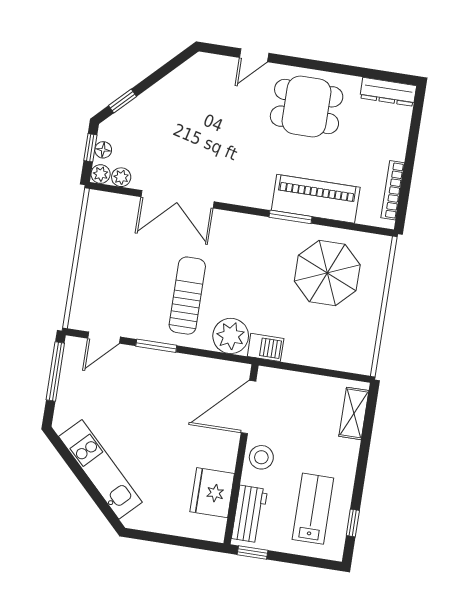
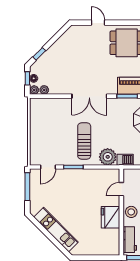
door: (254, 55) -> (98, 23), swing flipped
double door: (177, 199) -> (89, 96), moved
door: (248, 407) -> (121, 189), width x0.53
fridge: (212, 493) -> (111, 217), moved

